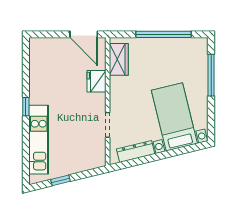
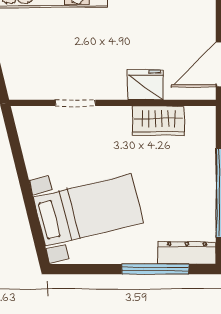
wardrobe: (119, 59) -> (158, 121), moved
dresser: (136, 151) -> (187, 253), moved, turned -76

